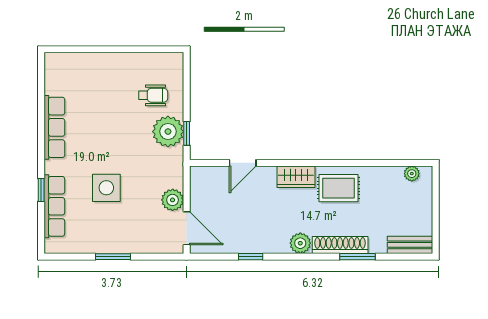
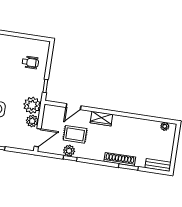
plant: (168, 132) -> (32, 105), moved
rug: (339, 188) -> (75, 134), moved
door: (187, 228) -> (38, 138), hinge flipped
plant: (300, 243) -> (69, 151), moved

